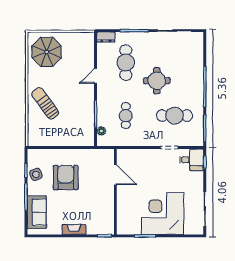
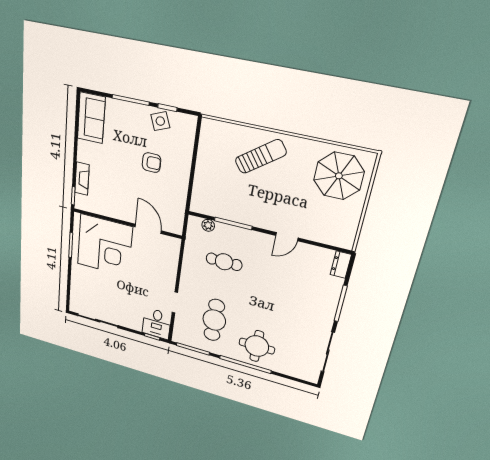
cafe table: (126, 63) -> (297, 281), removed
door: (96, 76) -> (287, 237), swing flipped
round table: (157, 81) -> (257, 346), moved
door: (115, 175) -> (148, 229), swing flipped
armchair: (66, 178) -> (152, 163), width x0.53, depth x0.53
sofa: (37, 212) -> (91, 118), moved, turned -90
corner desk: (163, 213) -> (105, 246), moved, turned 90
fireplace: (74, 229) -> (82, 179), moved

